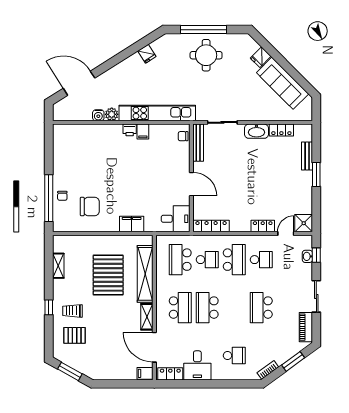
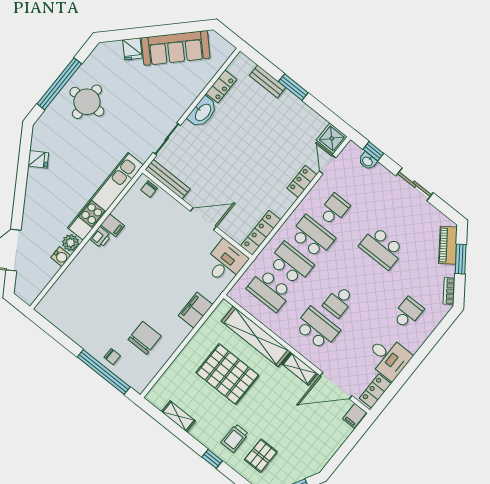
school desk: (207, 260) -> (291, 263), width x1.85
school desk: (207, 308) -> (339, 302), width x0.54
piano: (306, 327) -> (448, 245), moved, turned 54

